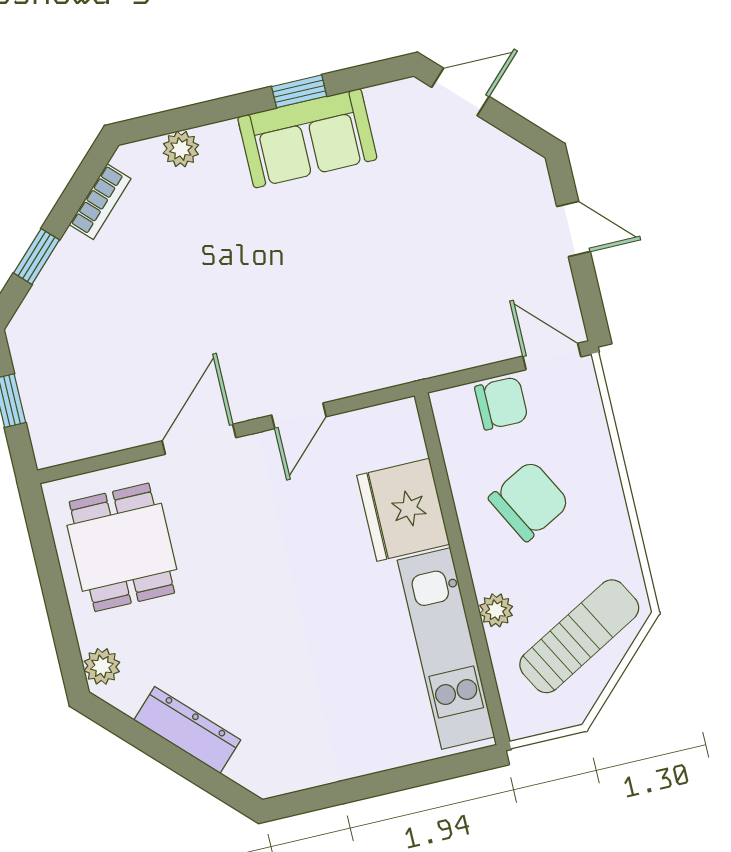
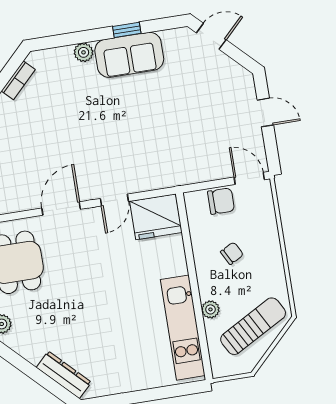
plant: (181, 149) -> (84, 52), moved
chair: (529, 501) -> (232, 253), width x0.54, depth x0.54
fridge: (403, 510) -> (156, 217), moved, turned -90
dresser: (187, 730) -> (64, 375), moved

